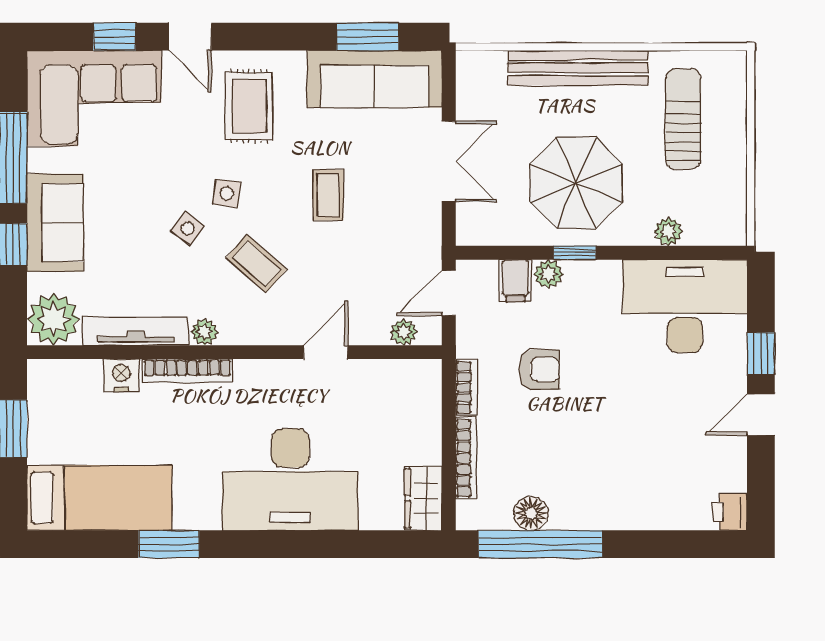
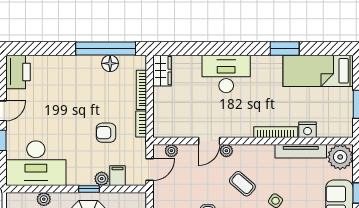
plant: (204, 332) -> (226, 151), moved
desk: (290, 480) -> (226, 74), width x0.73, depth x0.77
printer: (730, 512) -> (18, 72), width x1.87, depth x1.48

